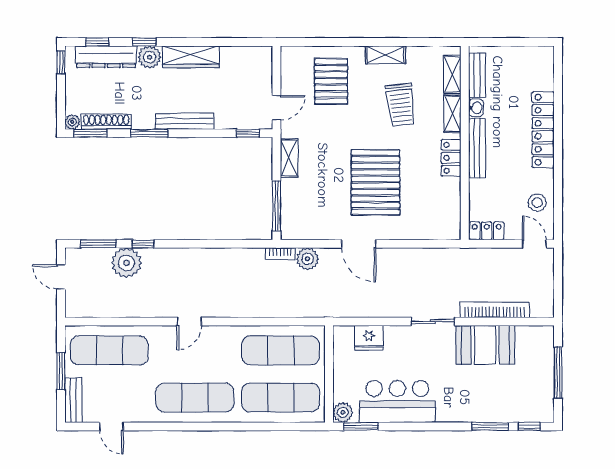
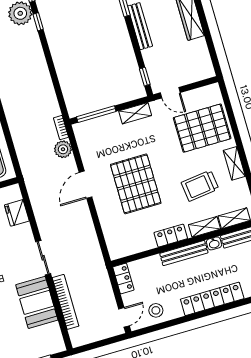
pallet: (331, 81) -> (202, 128), width x1.37, depth x1.41
pallet: (376, 182) -> (136, 184), turned 90

